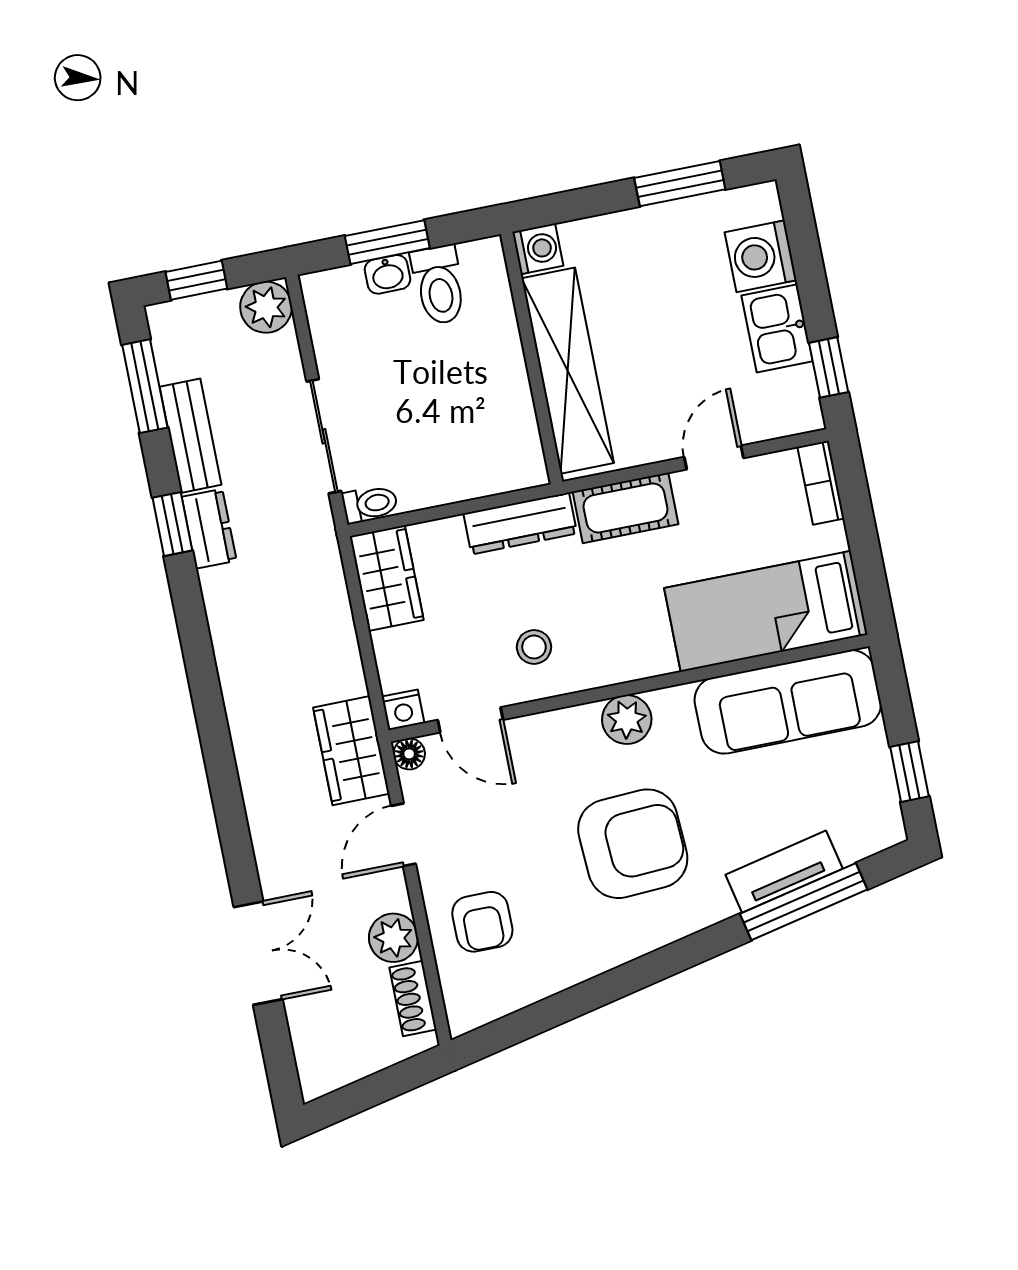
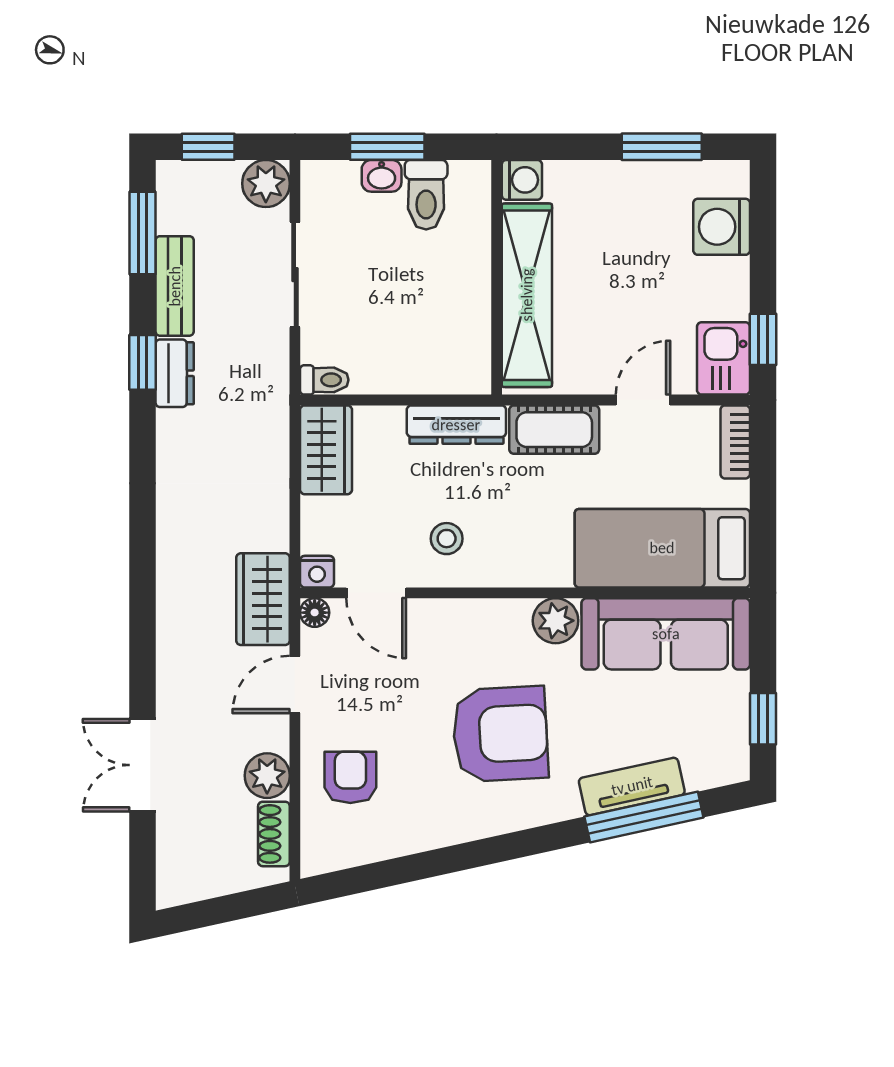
kitchen sink: (777, 328) -> (724, 358), moved
sliding door: (324, 436) -> (295, 275), moved
plant: (627, 719) -> (556, 621), moved
armchair: (482, 922) -> (350, 777), turned 180
double door: (258, 953) -> (142, 765), swing flipped

